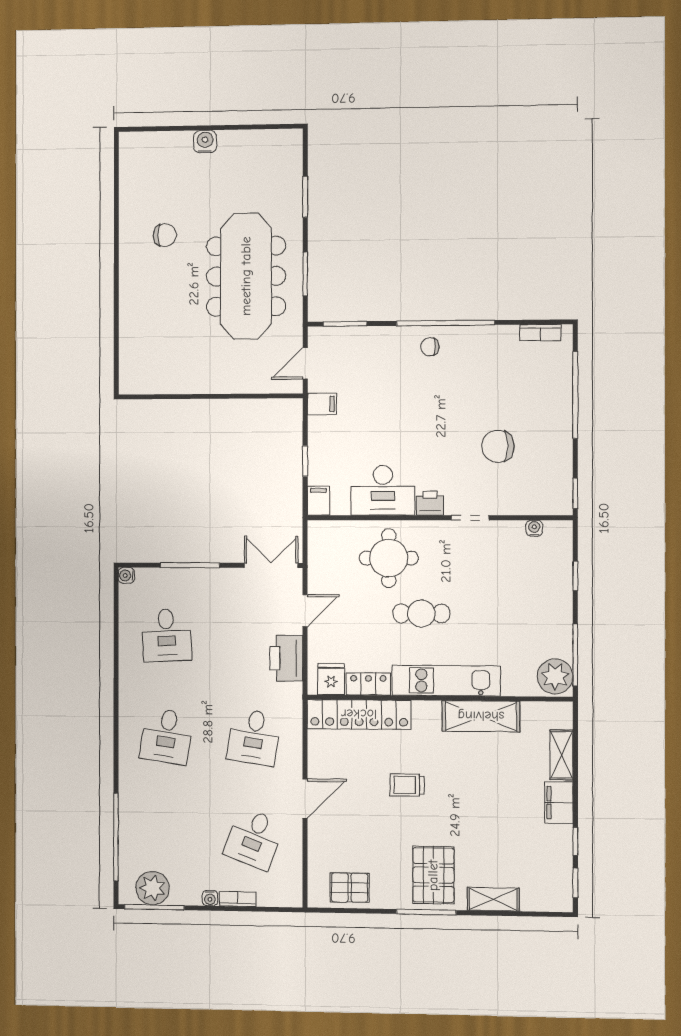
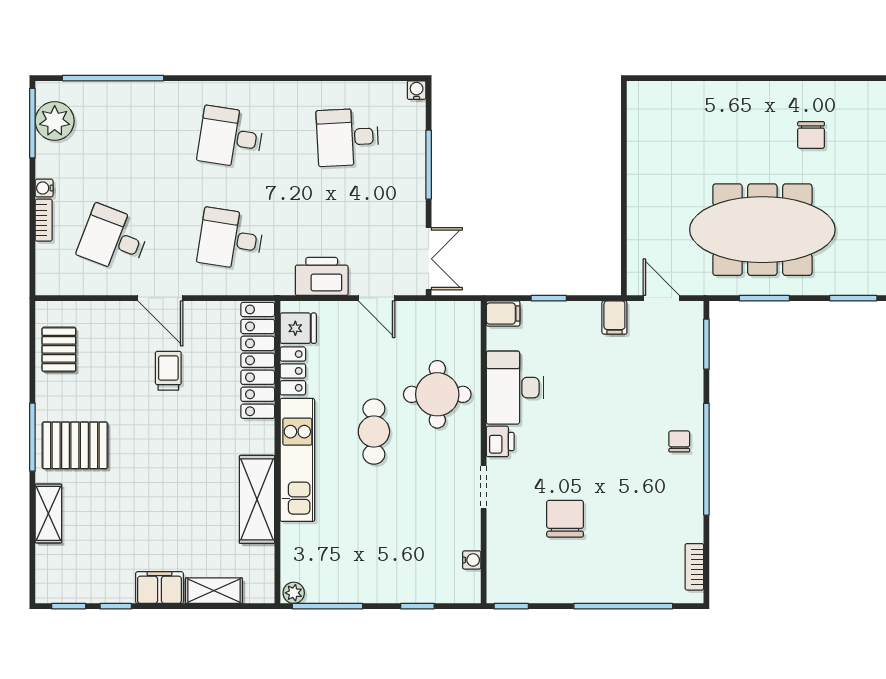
plant: (555, 676) -> (294, 593), width x0.53, depth x0.53
trolley: (407, 785) -> (168, 371), moved

